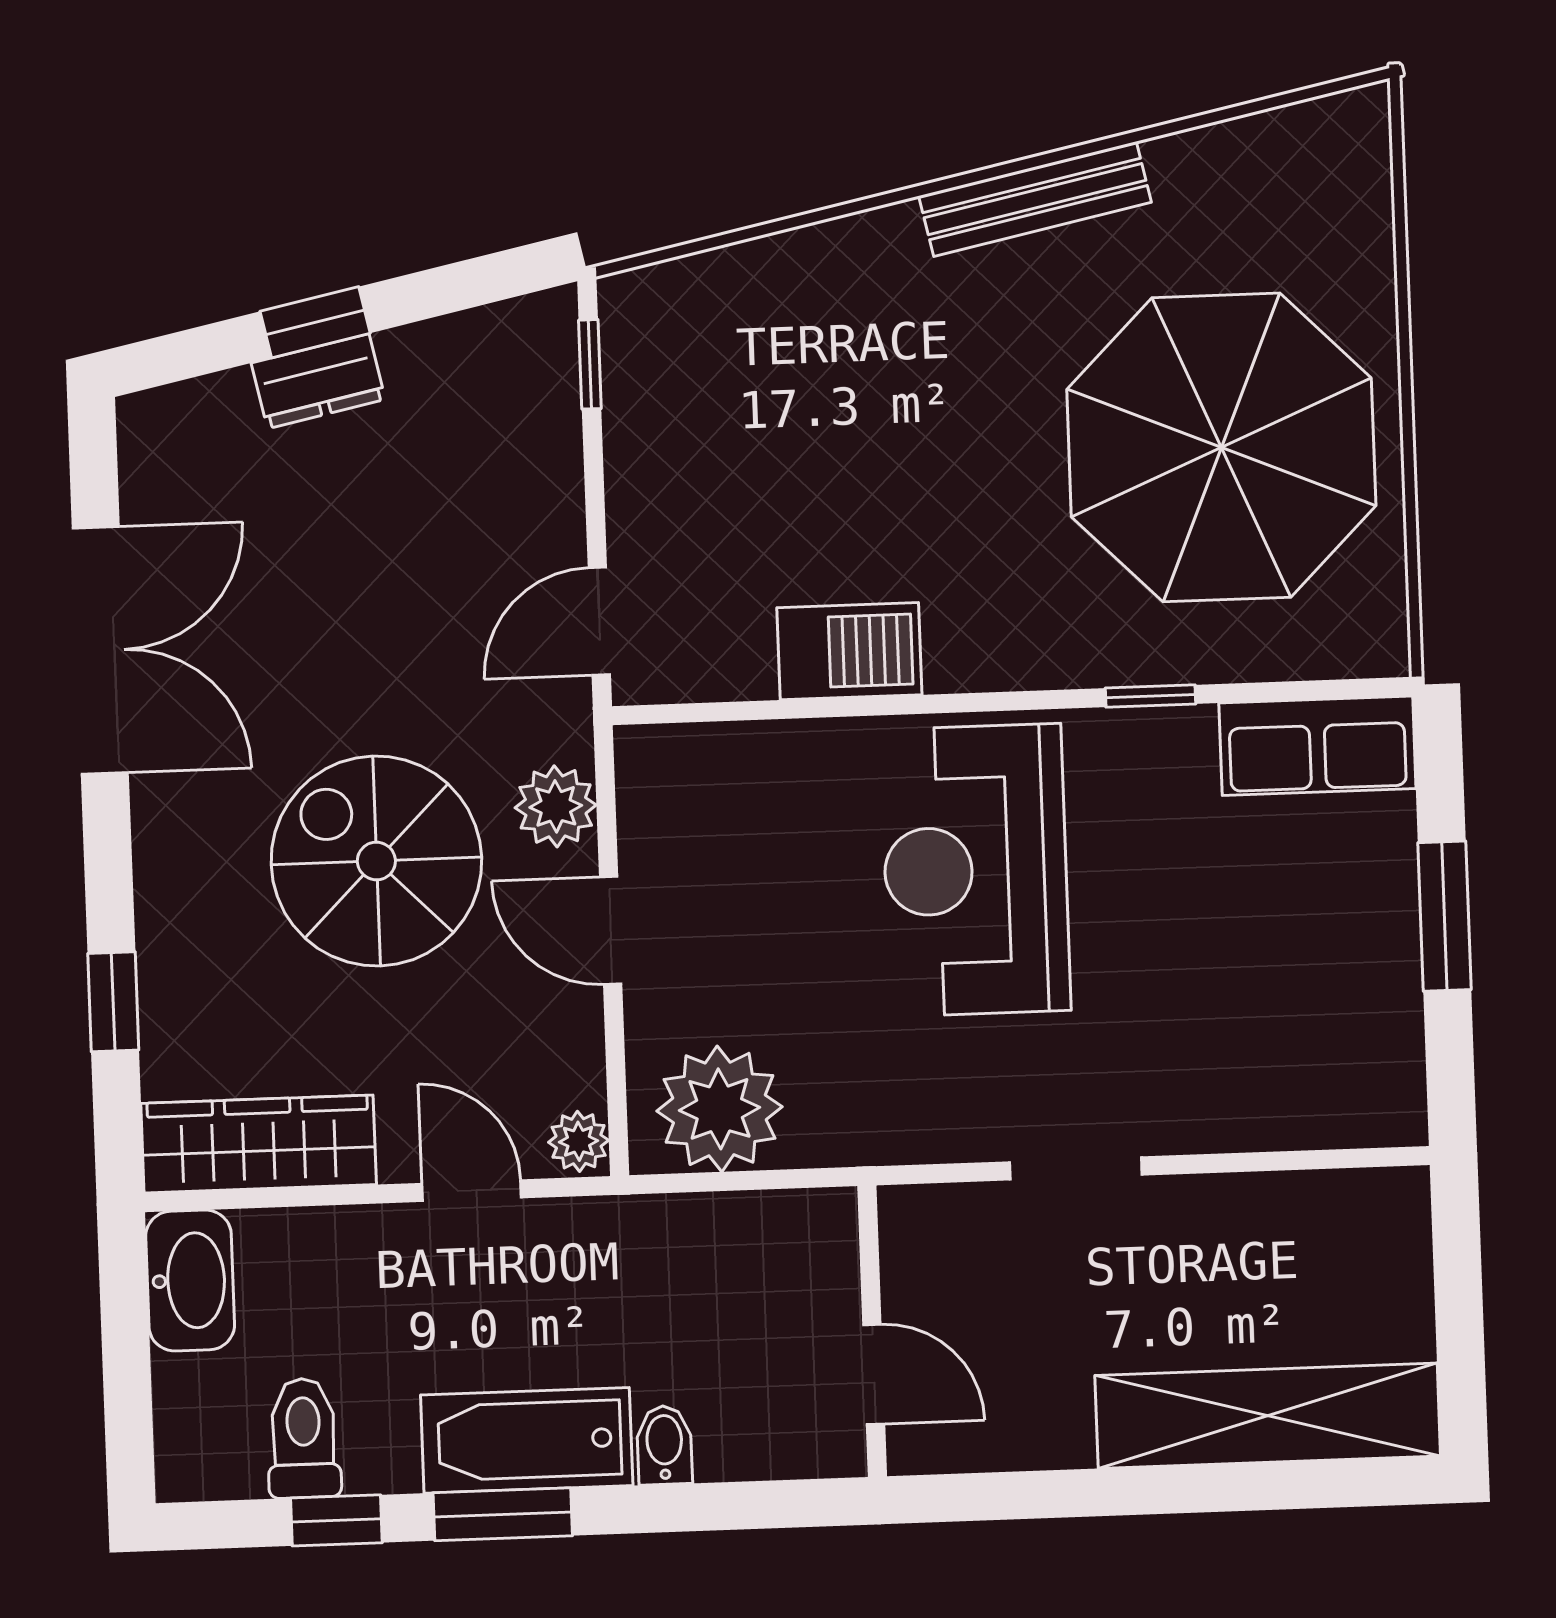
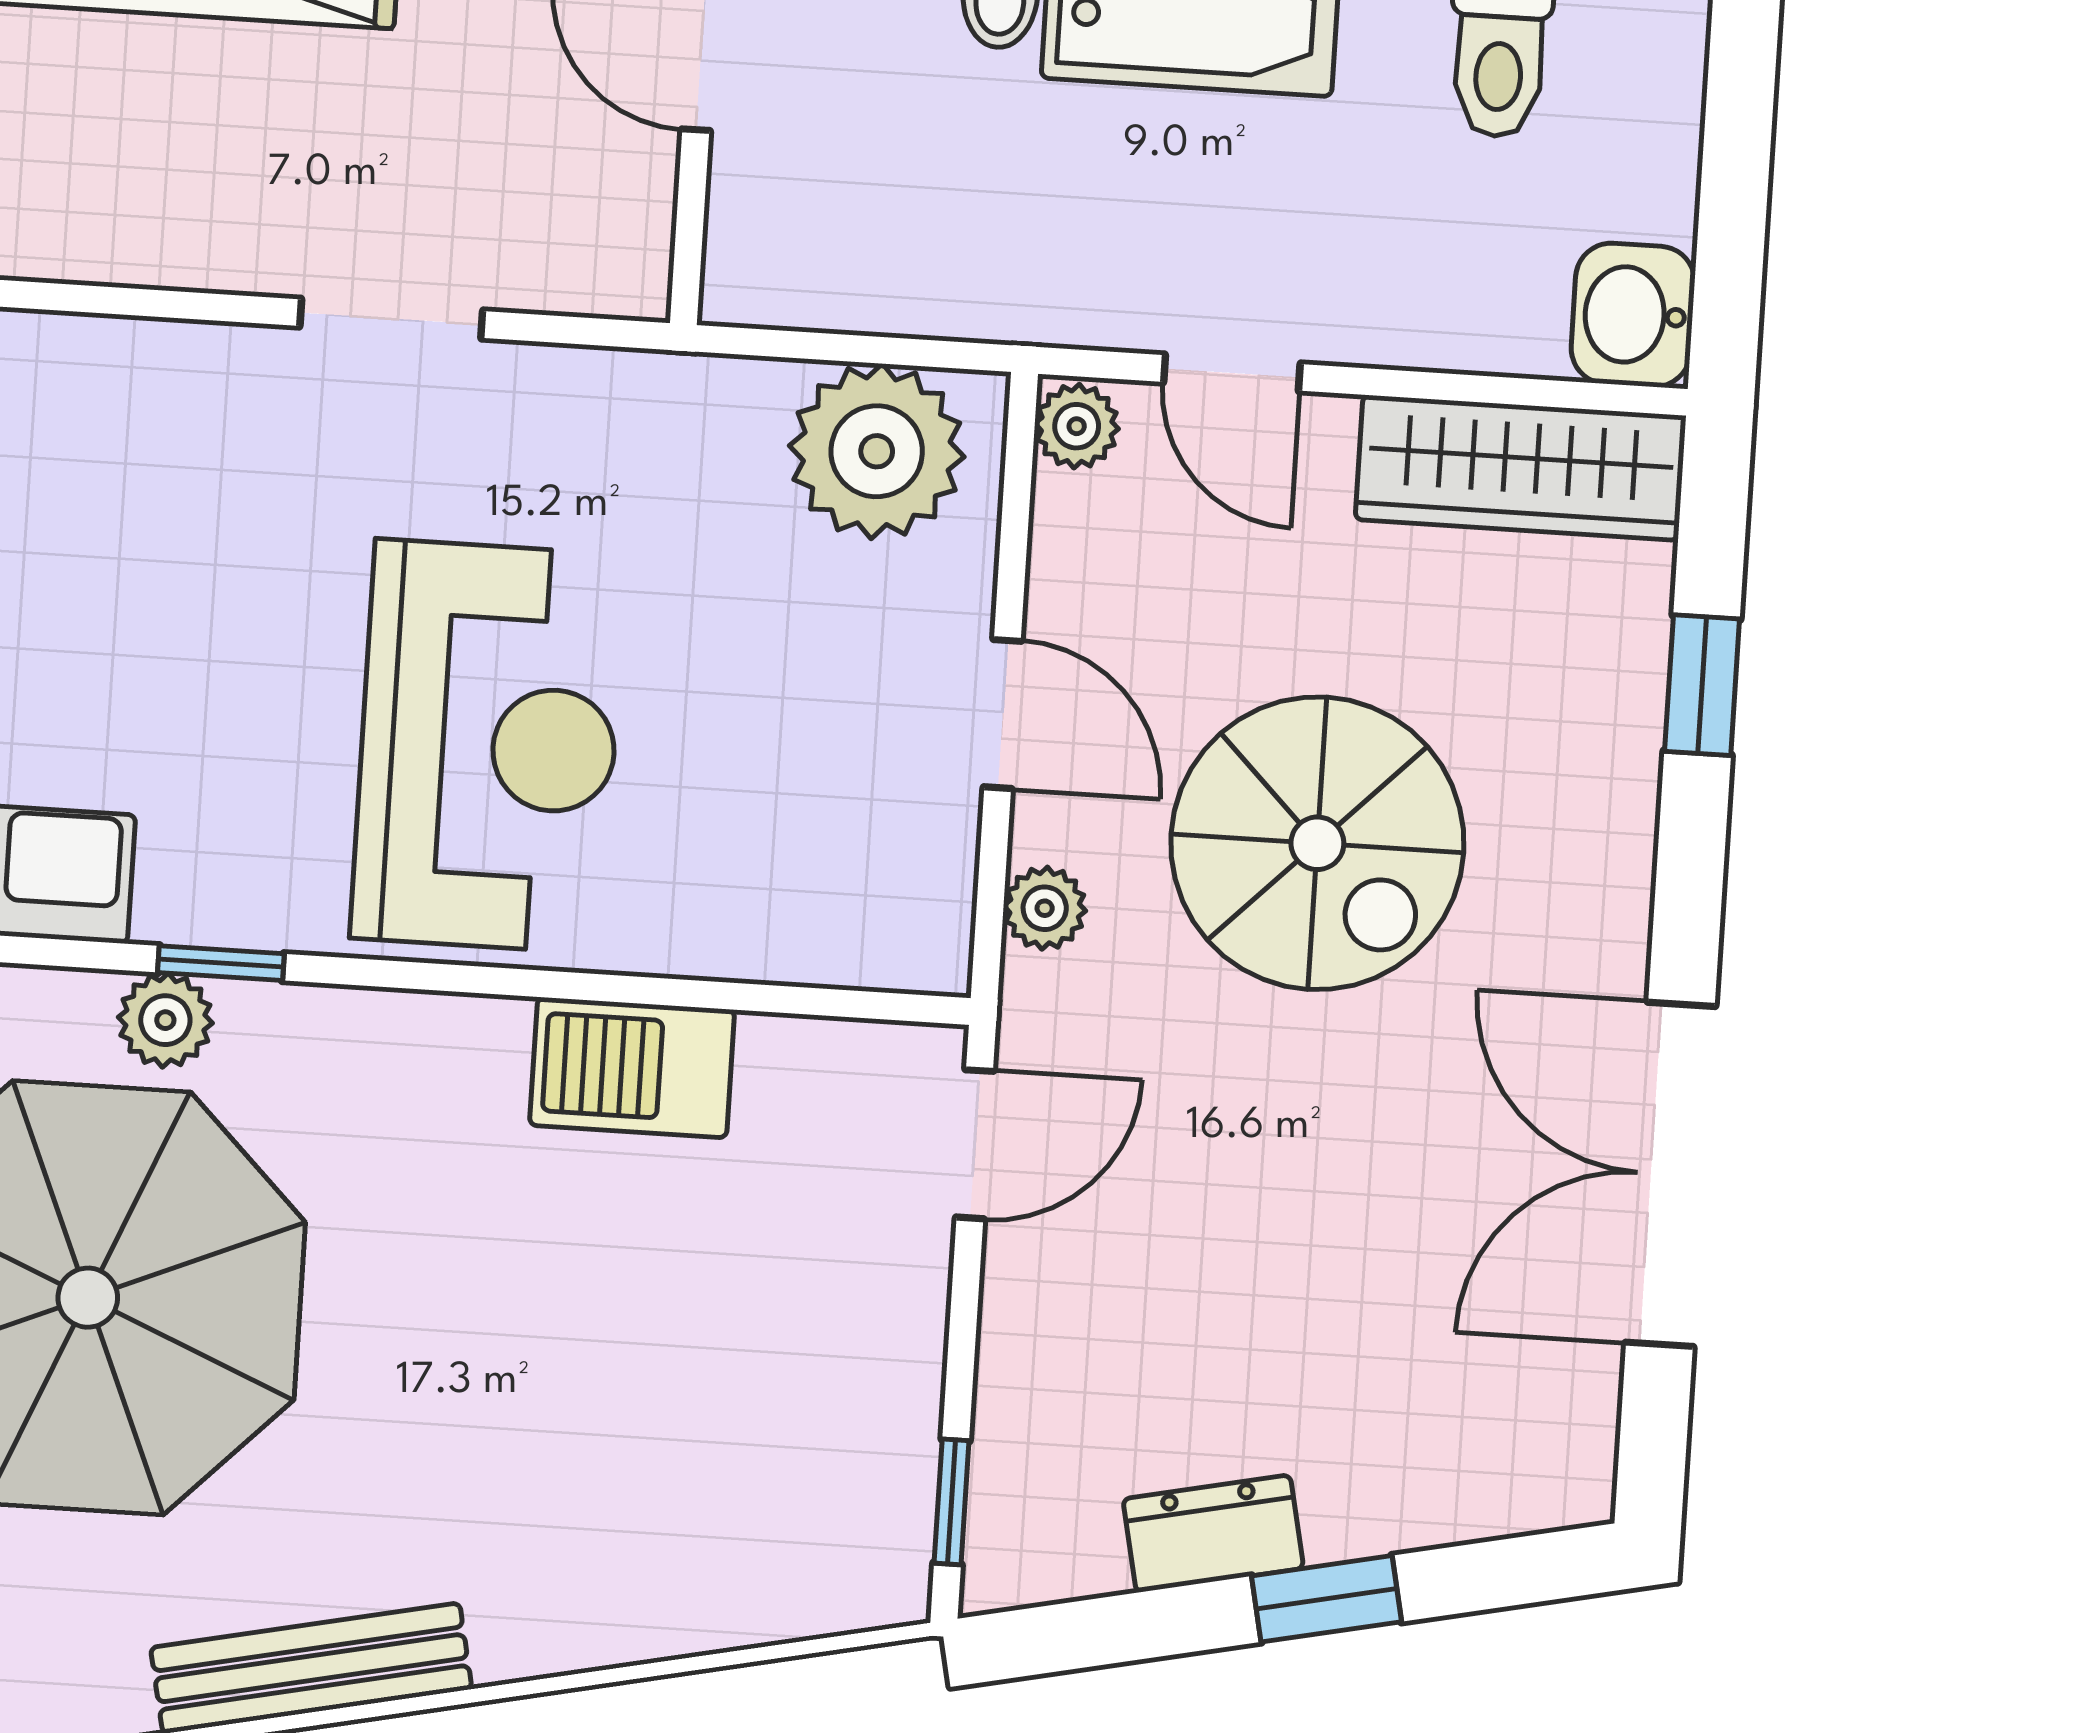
dresser: (318, 381) -> (1213, 1534), moved
plant: (1186, 651) -> (165, 1020), added
plant: (556, 806) -> (1045, 908), width x0.73, depth x0.73
washbasin: (190, 1281) -> (1633, 315), width x0.72

